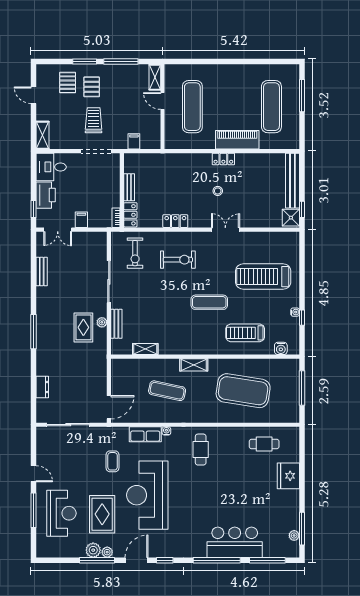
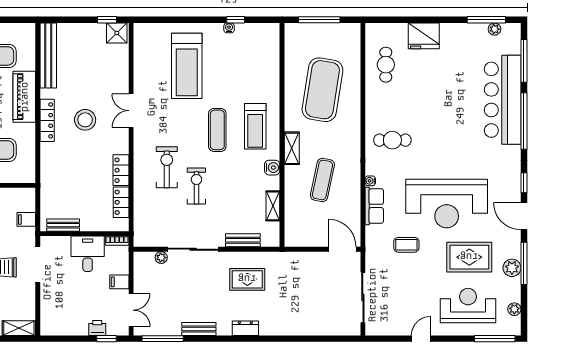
locker: (223, 159) -> (47, 120), width x1.53
desk: (51, 167) -> (88, 254), moved, turned 180
bench: (292, 181) -> (48, 56), moved, turned 90
bench: (129, 187) -> (63, 225), moved
stool: (218, 191) -> (85, 120), width x1.89, depth x1.89
printer: (46, 195) -> (97, 328), width x0.53, depth x0.68
locker: (130, 215) -> (121, 202), moved, turned -90
exercise bike: (135, 253) -> (196, 186), moved, turned -90
bench: (42, 271) -> (199, 329), moved
plant: (102, 322) -> (161, 258), moved
window: (34, 332) -> (163, 339), moved
treadmill: (245, 333) -> (255, 126), moved
water cooler: (281, 348) -> (272, 168), moved
dresser: (42, 387) -> (245, 328), moved
window: (34, 510) -> (495, 339), moved
bar counter: (235, 542) -> (503, 100), width x1.36
plant: (107, 552) -> (514, 309), moved

